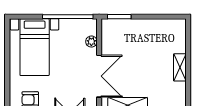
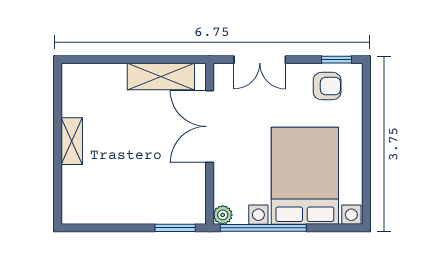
plant: (91, 42) -> (223, 215), moved
bed with nightstands: (35, 47) -> (305, 176), width x1.36

